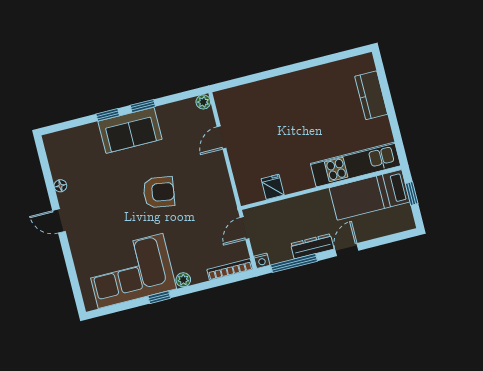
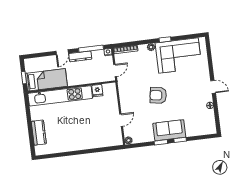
kitchen unit: (355, 165) -> (60, 96), width x1.36

